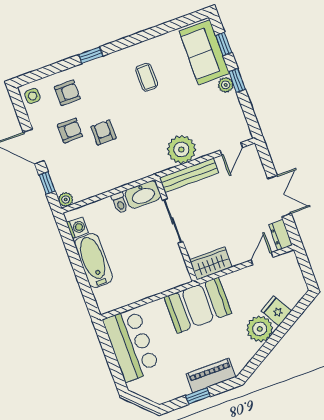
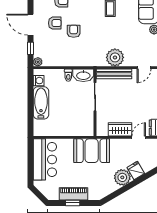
wardrobe: (211, 263) -> (120, 129), moved
piano: (211, 375) -> (74, 194), moved

